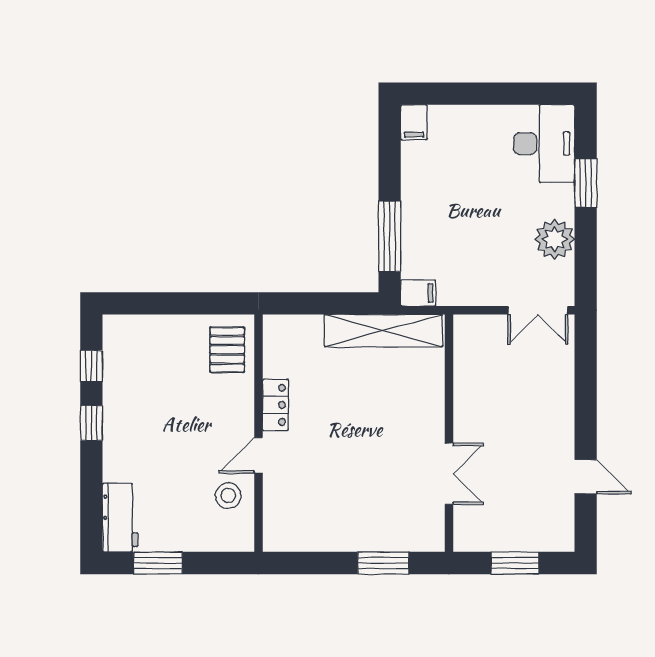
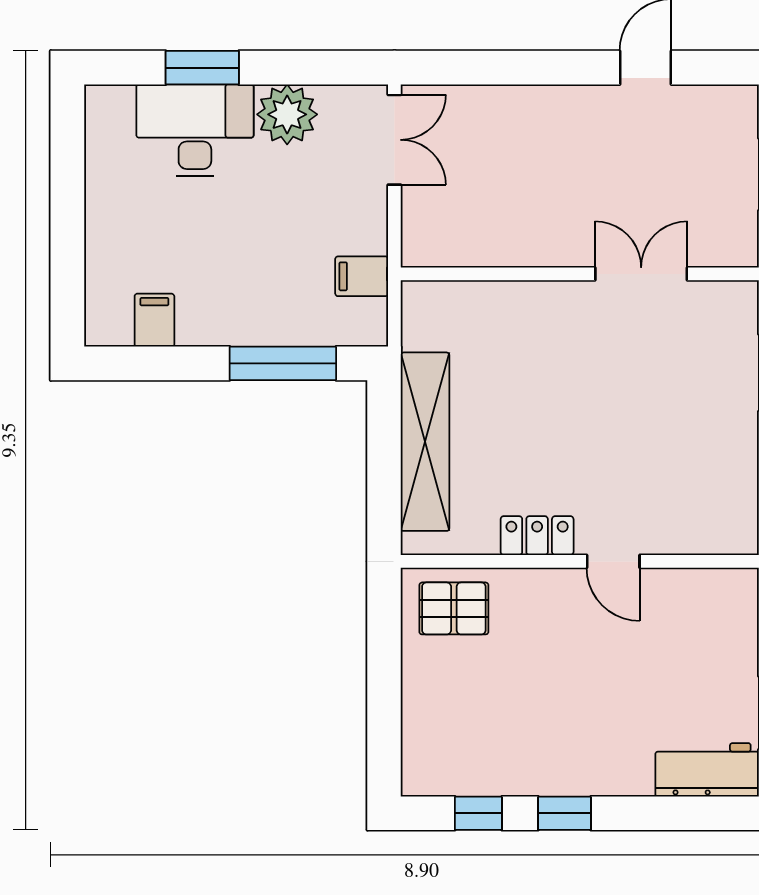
filing cabinet: (414, 122) -> (154, 320), moved, turned -90
desk: (544, 144) -> (195, 130), moved
filing cabinet: (418, 293) -> (362, 276), moved, turned -90
shelving: (383, 331) -> (425, 442), moved
stool: (228, 495) -> (674, 607), removed

